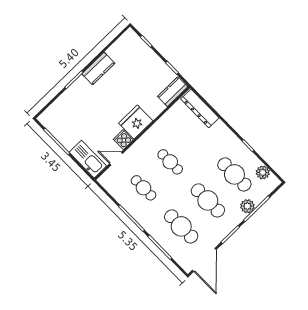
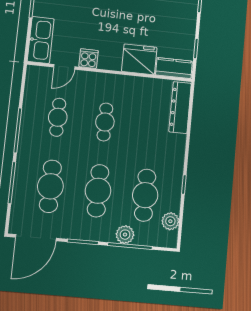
fridge: (136, 122) -> (139, 59), moved
door: (116, 159) -> (64, 67), swing flipped

